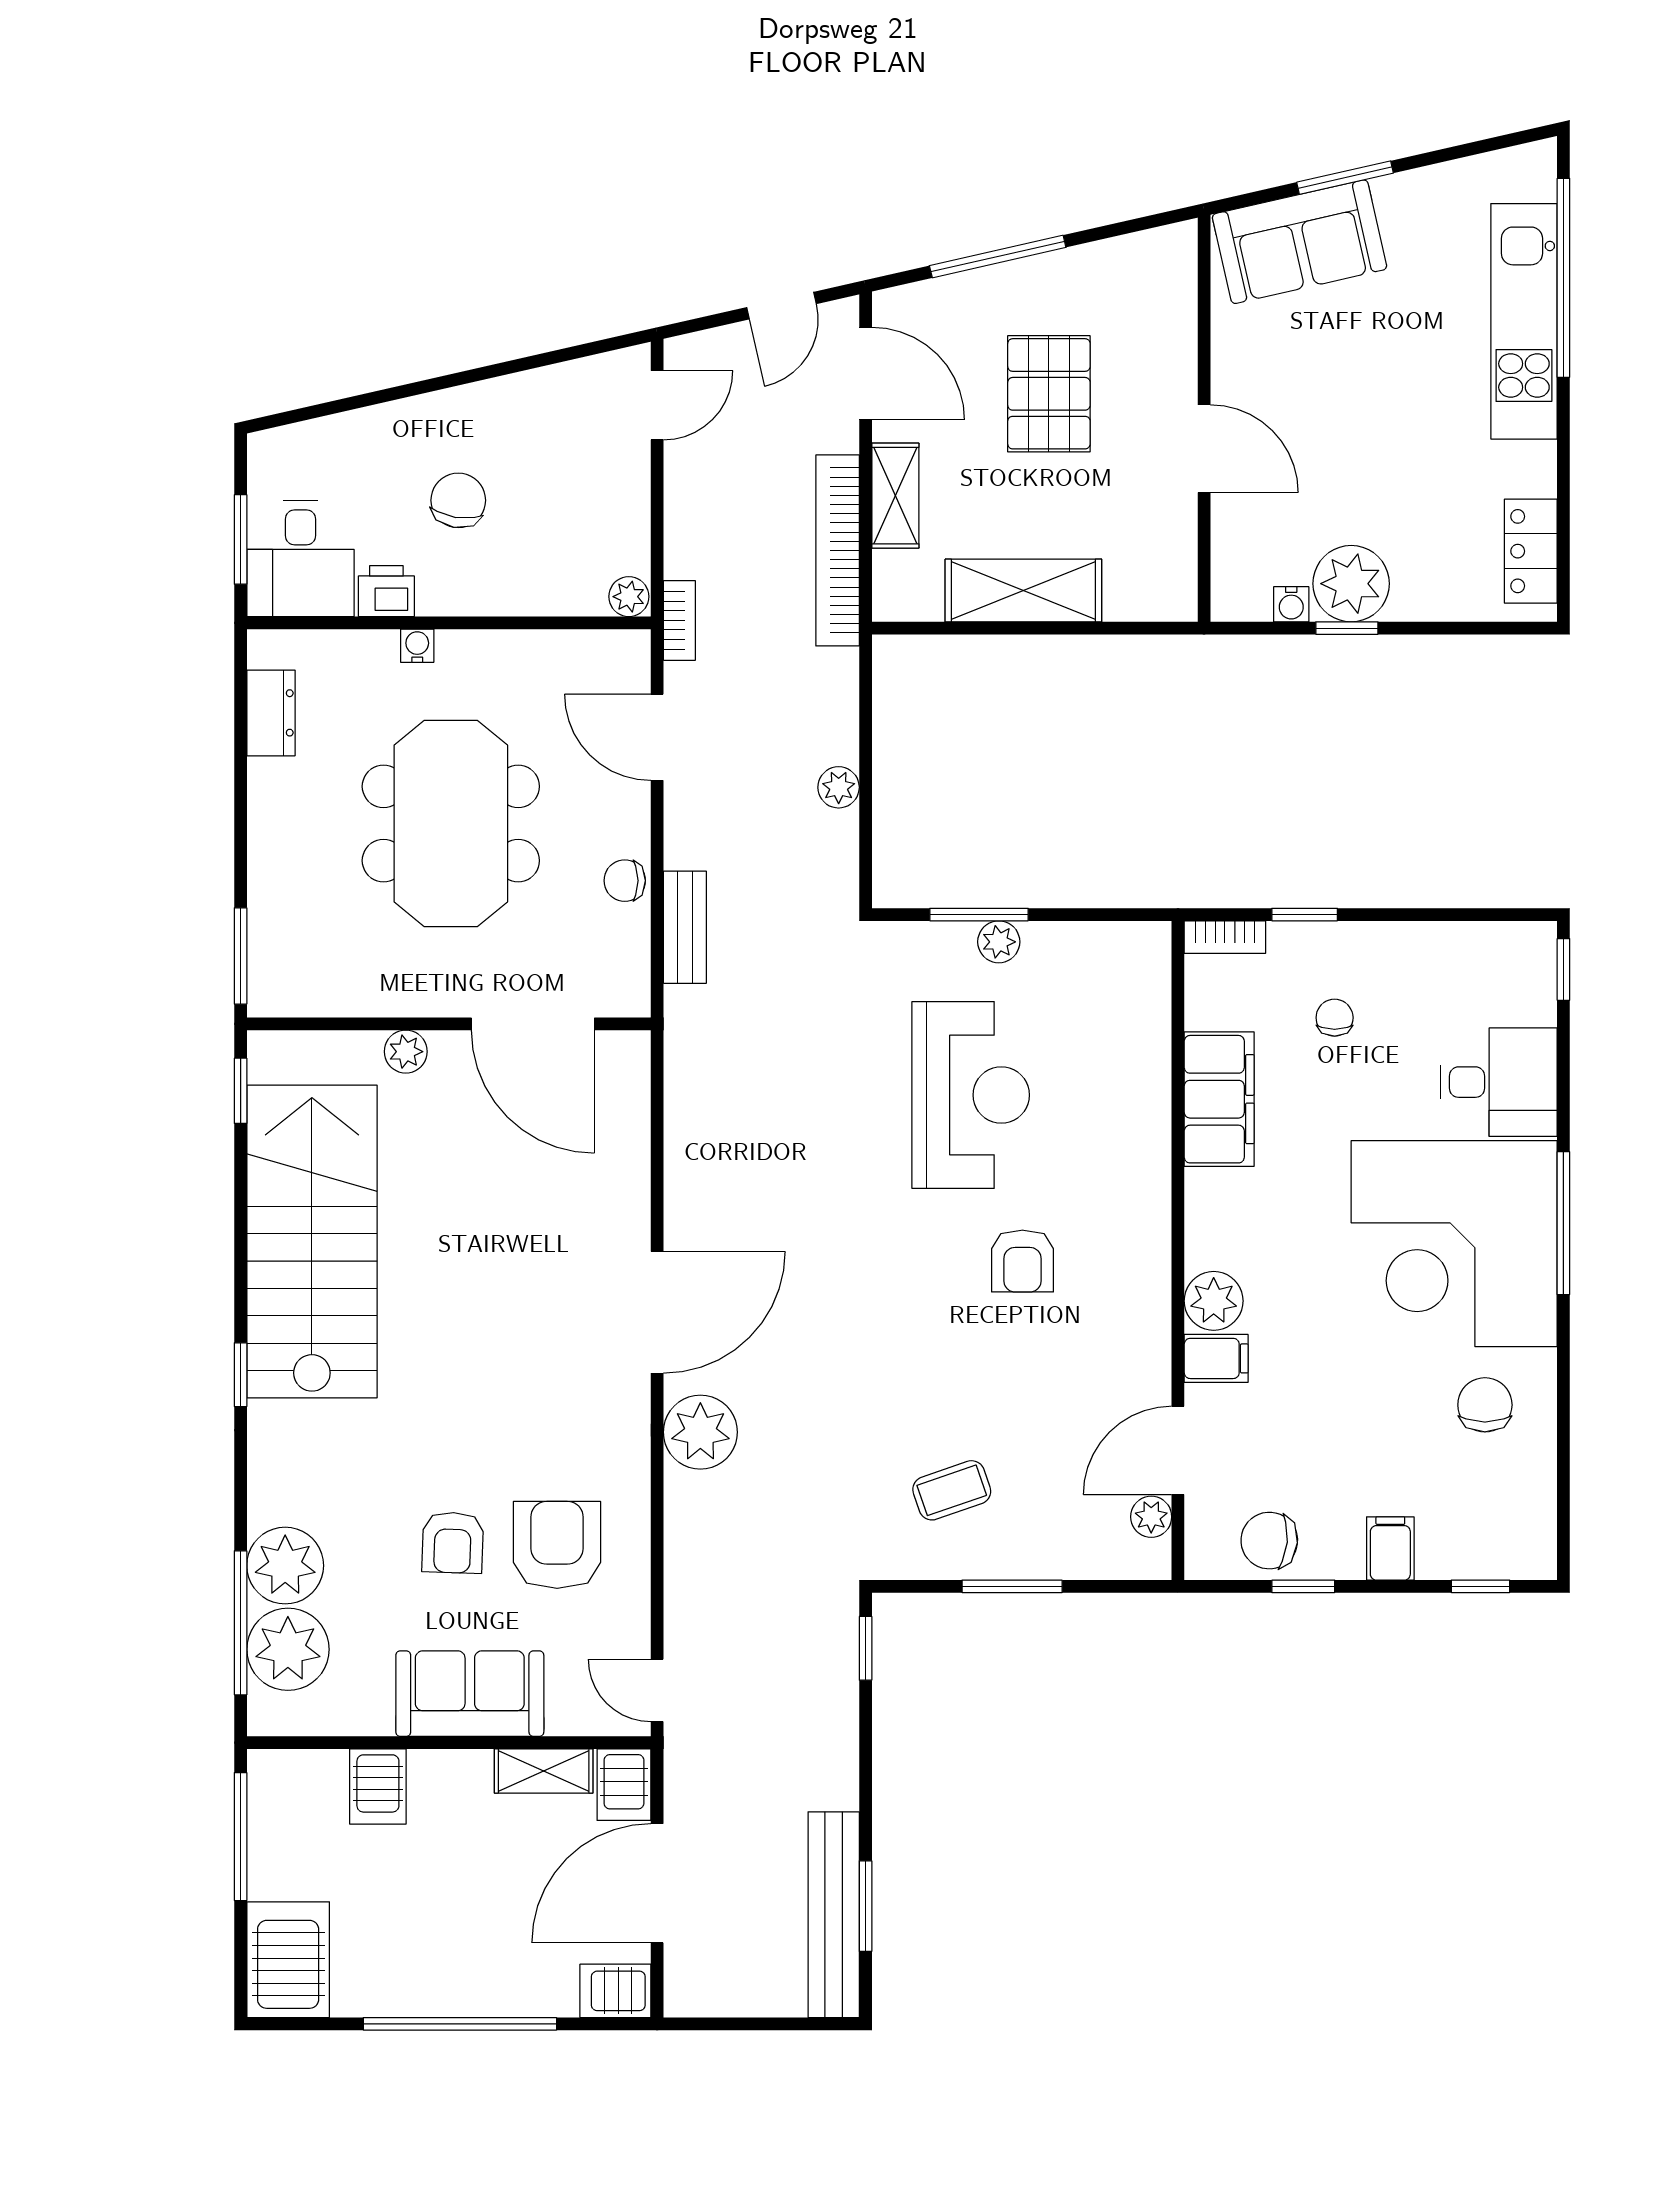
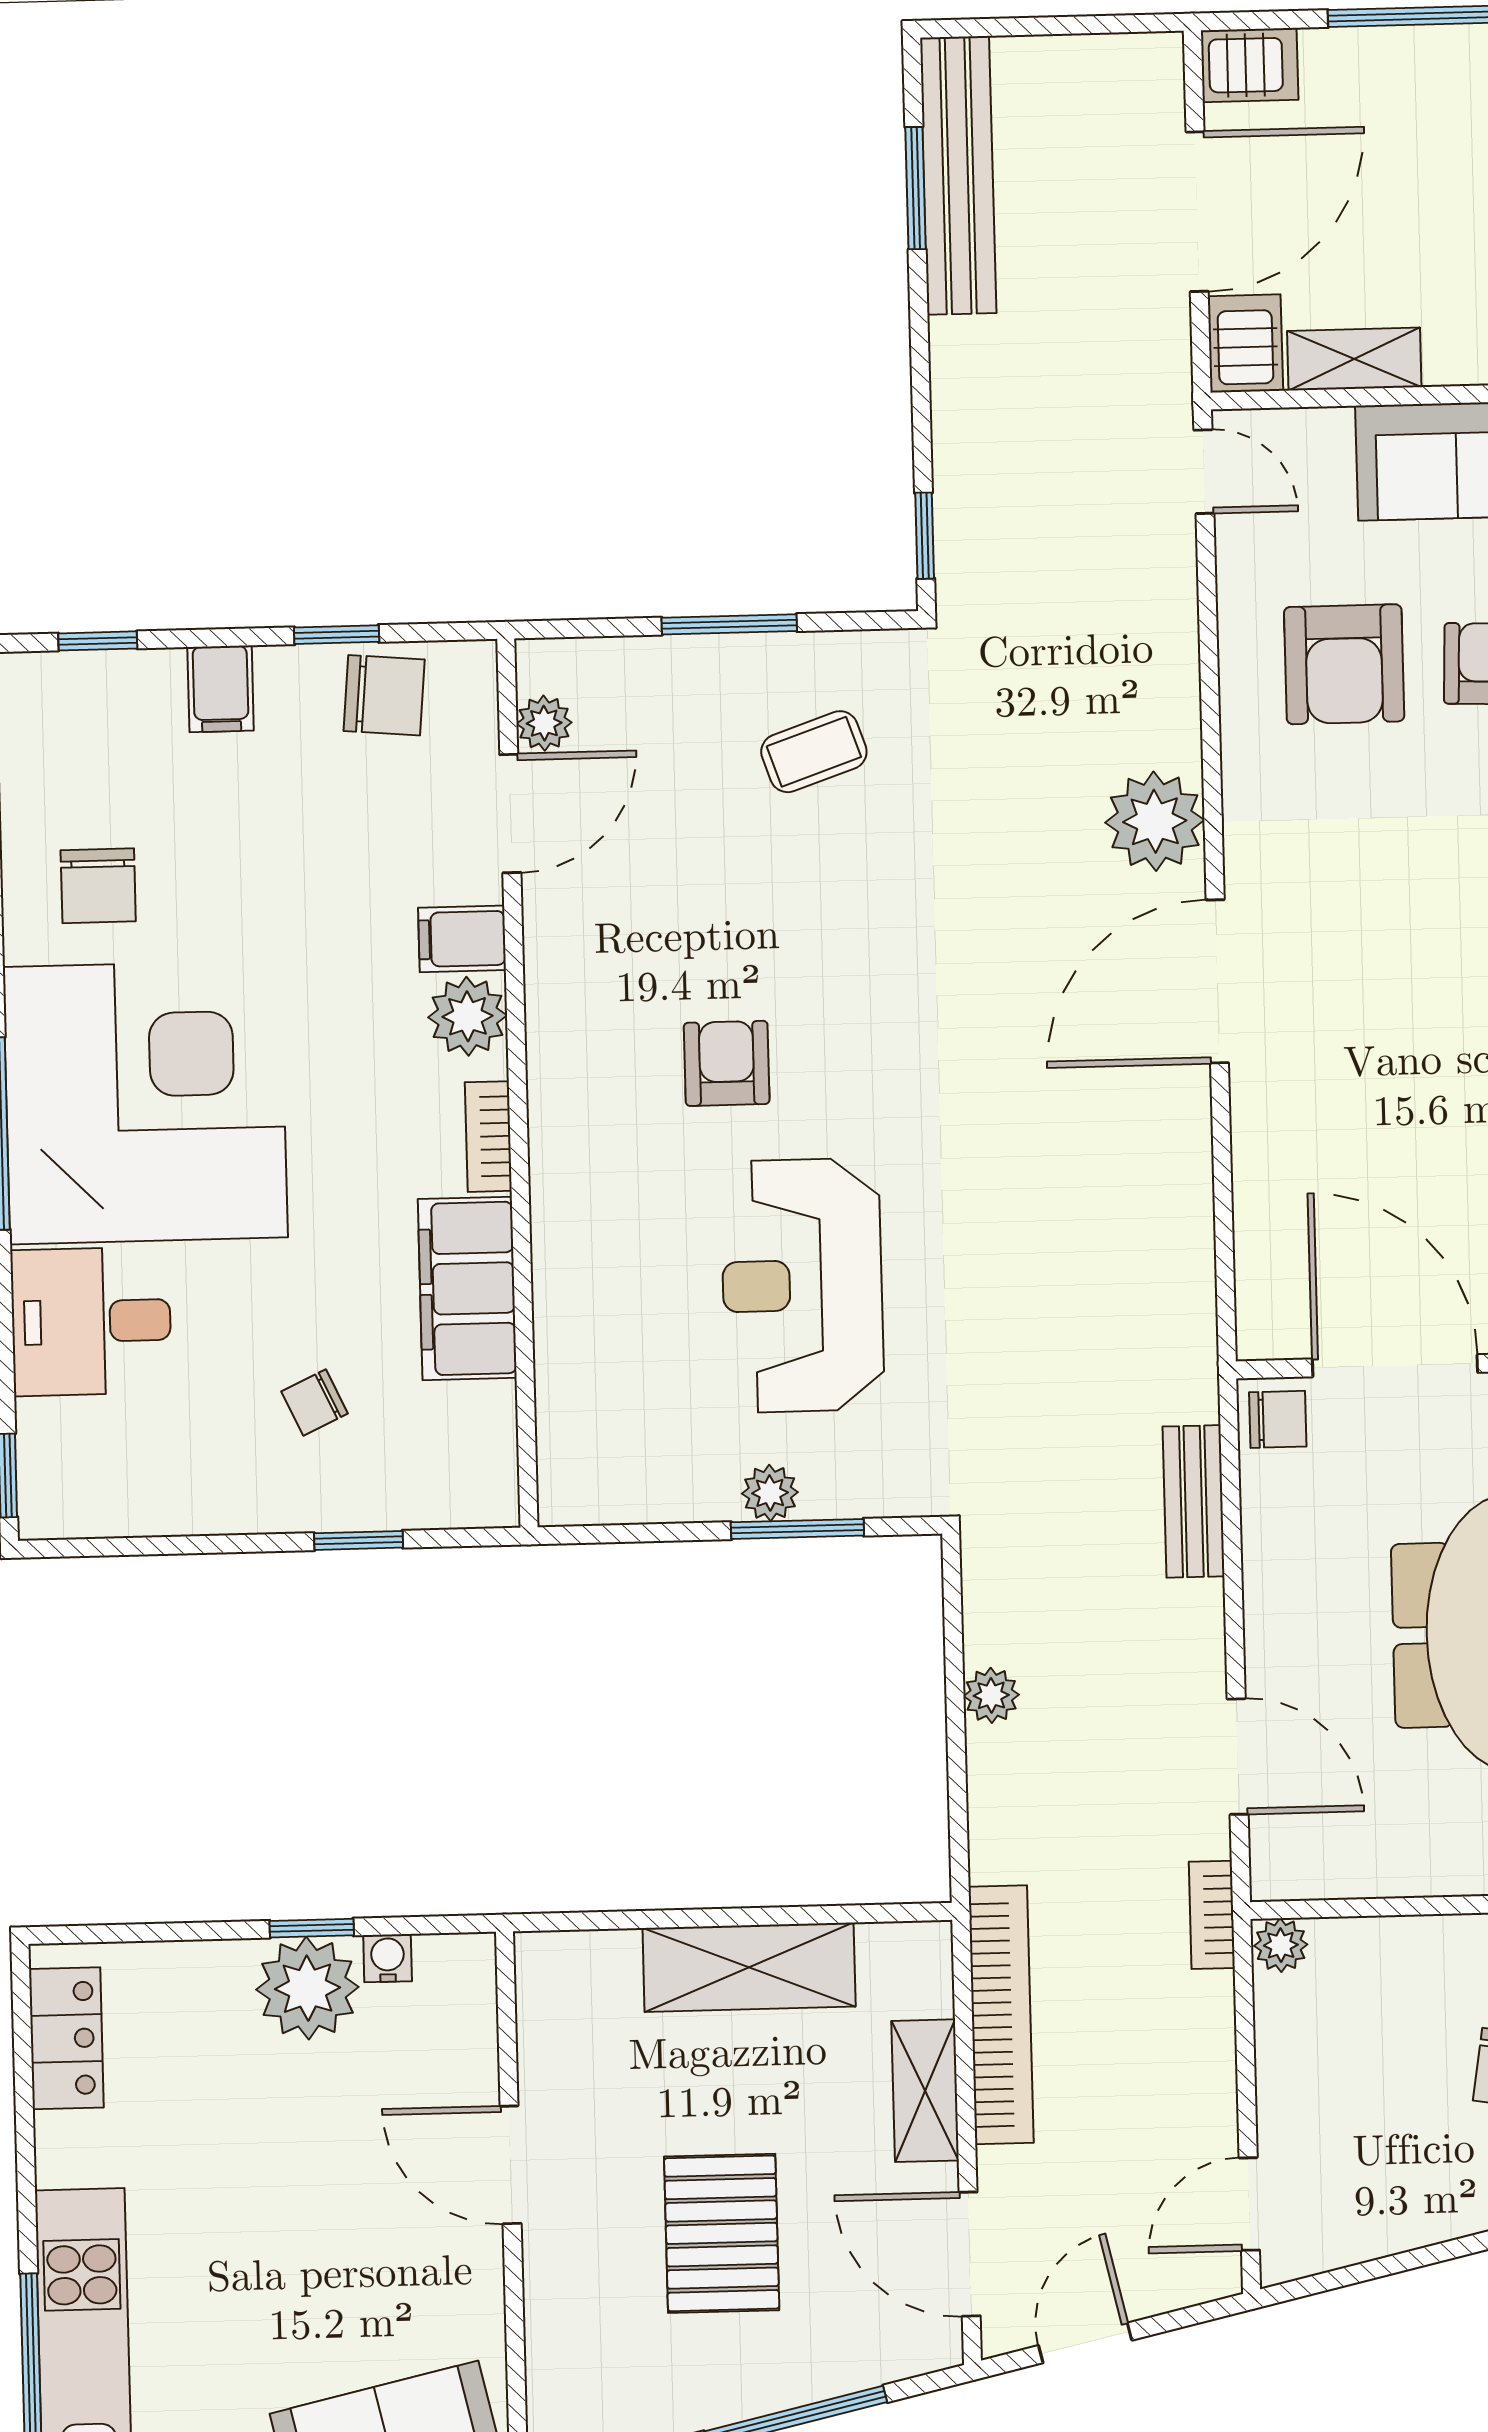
chair: (625, 881) -> (1278, 1419), moved
bookcase: (1225, 937) -> (488, 1137), moved, turned -90
chair: (1335, 1018) -> (315, 1402), turned 65

